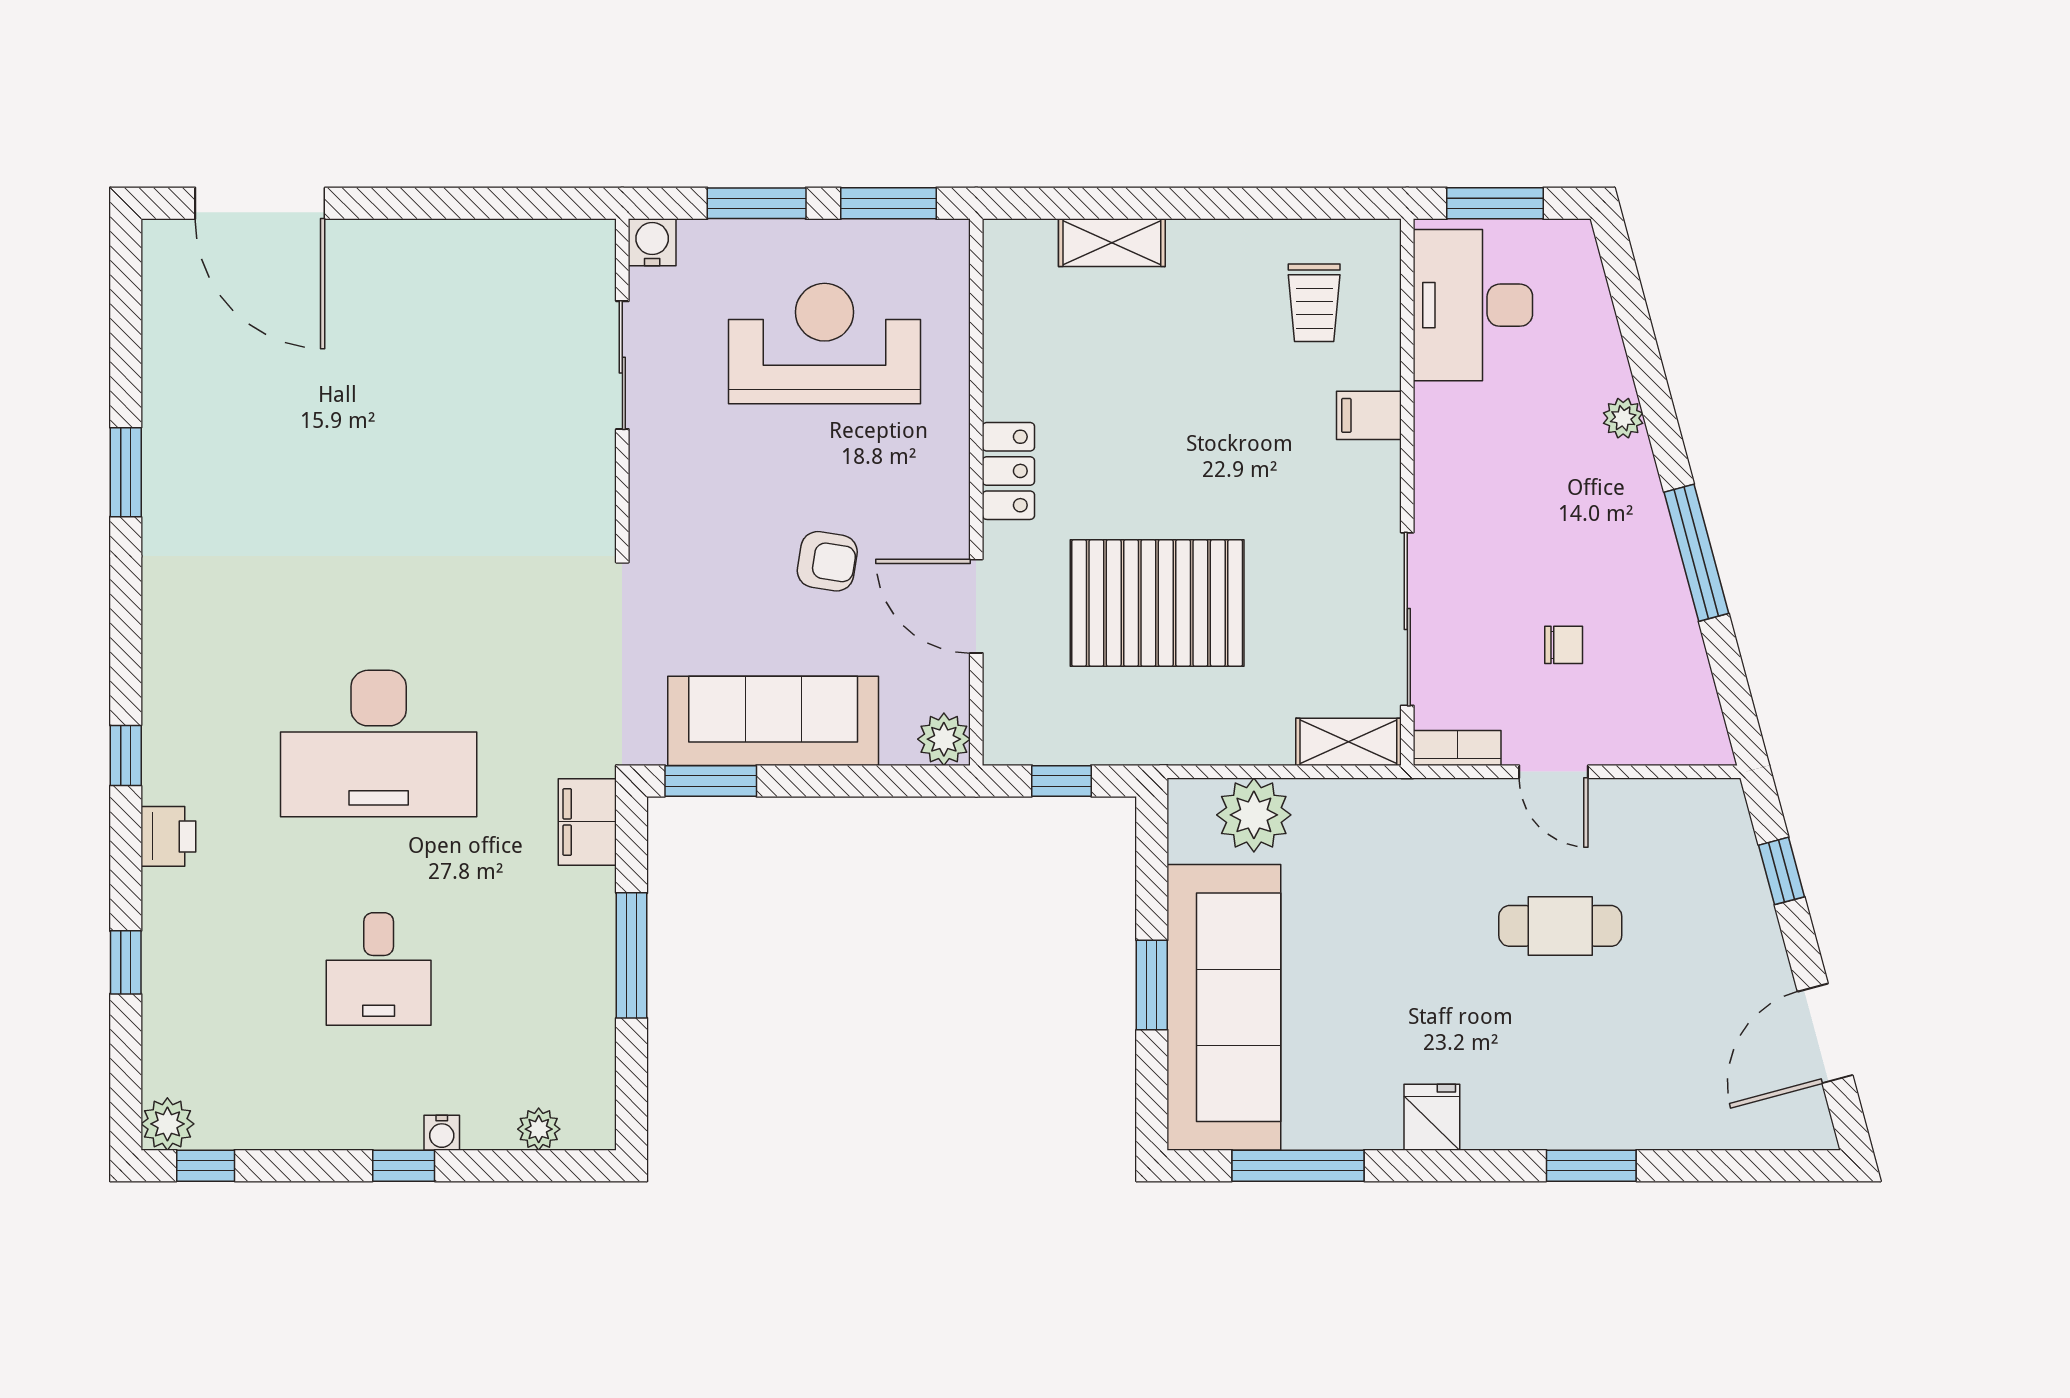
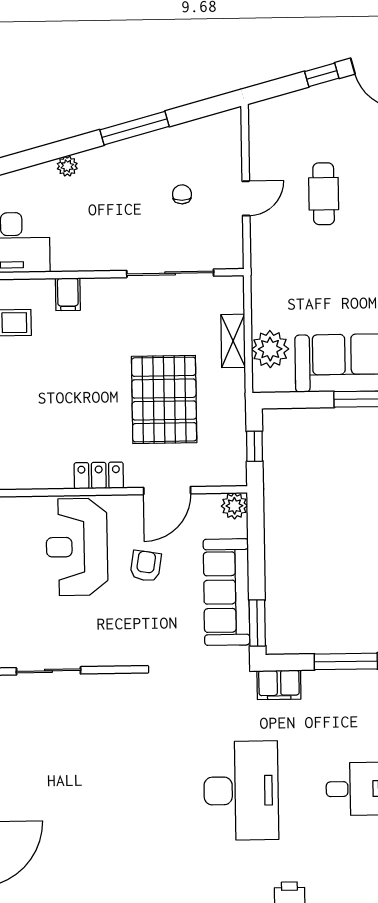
reception desk: (825, 344) -> (77, 547), moved
shelving: (1348, 742) -> (233, 341), moved
bookcase: (1457, 748) -> (235, 247), removed
window: (1782, 871) -> (322, 75), moved

